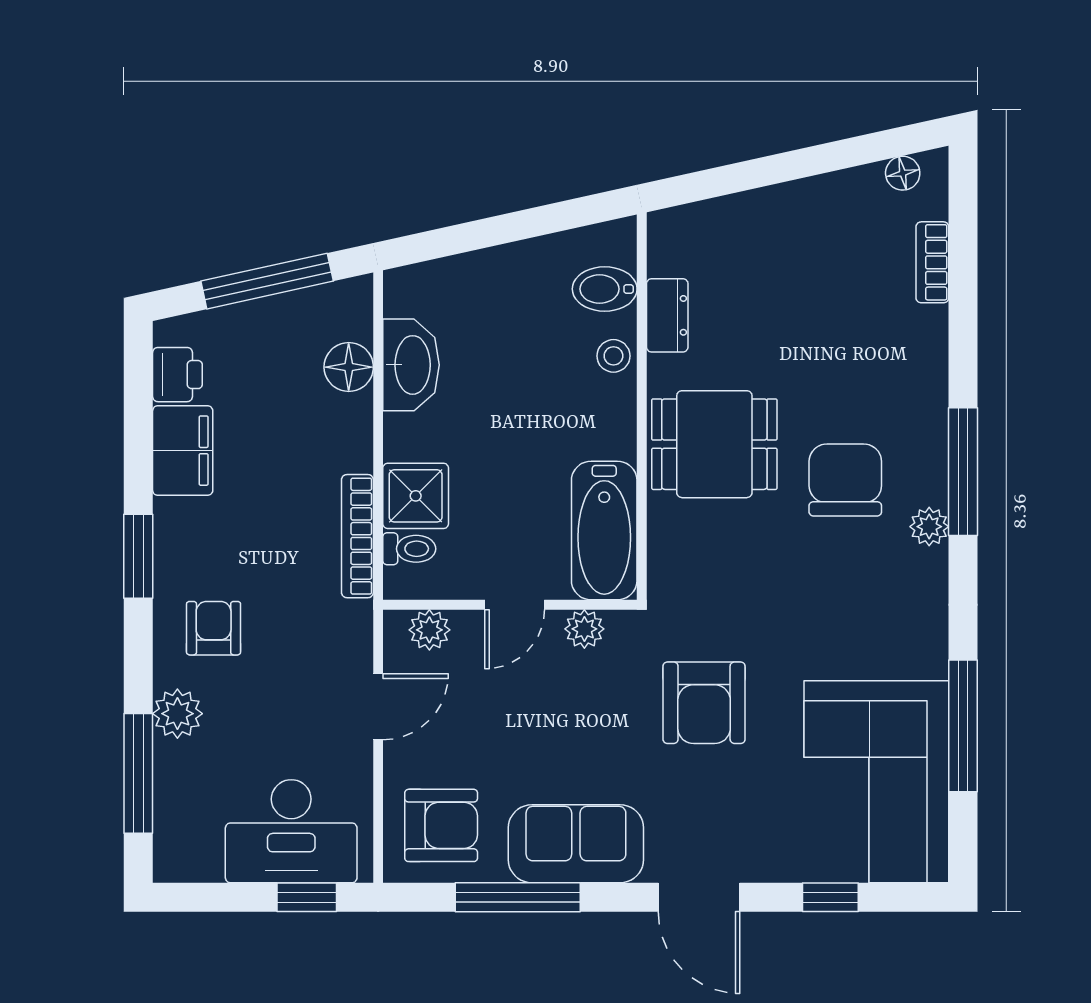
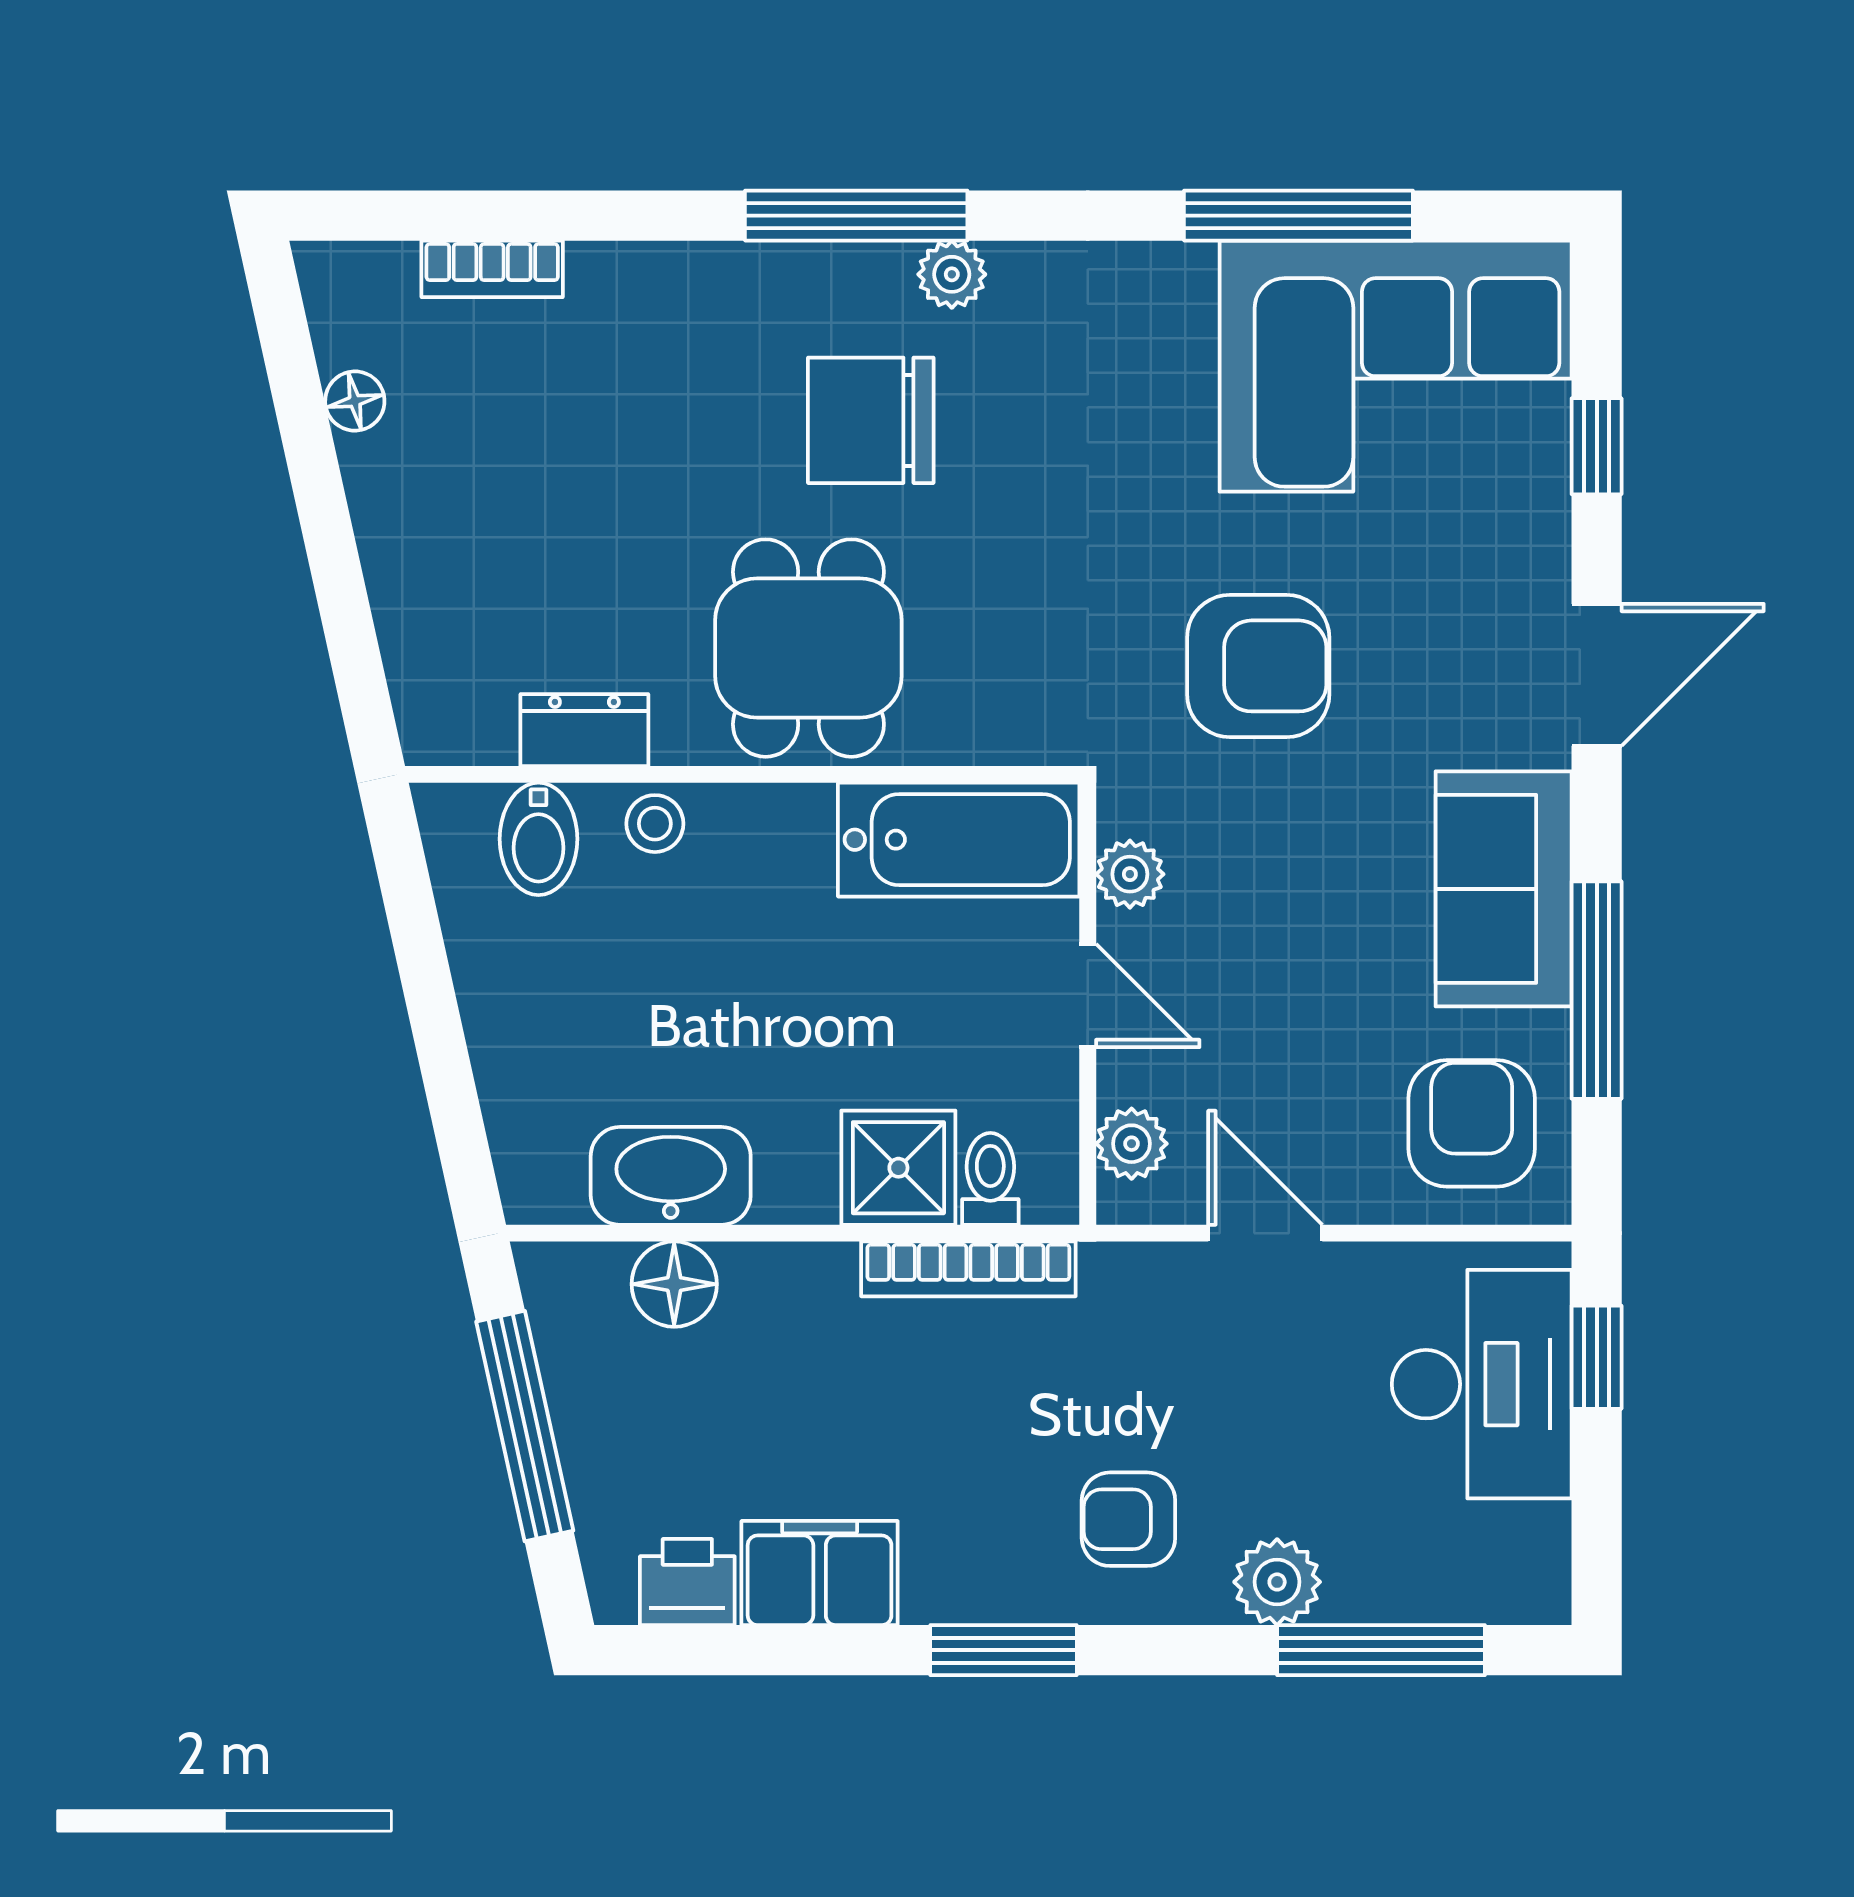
floor lamp: (903, 173) -> (355, 401), moved

